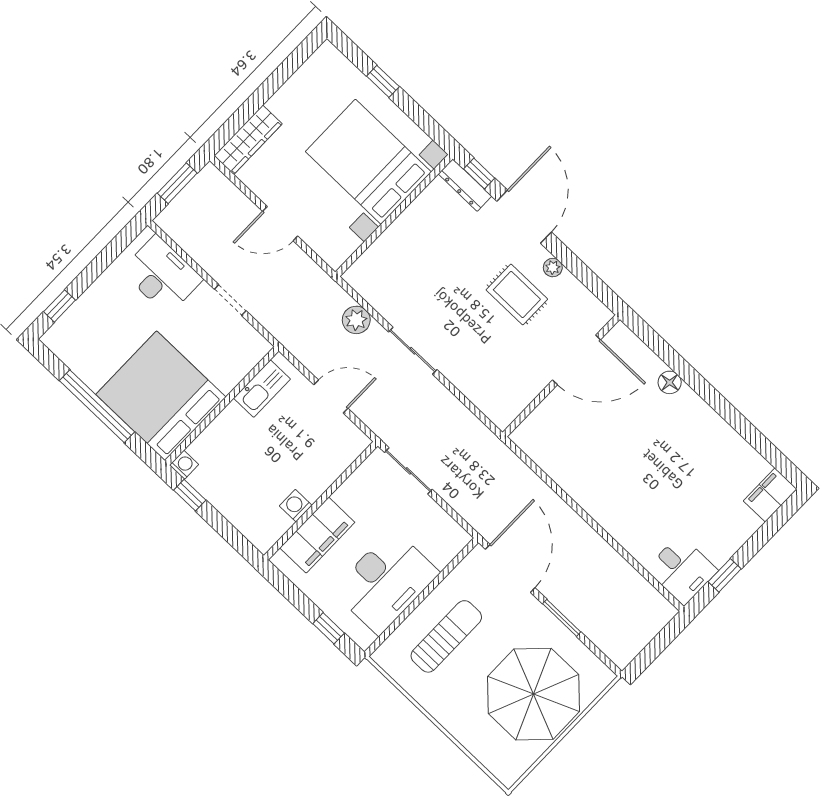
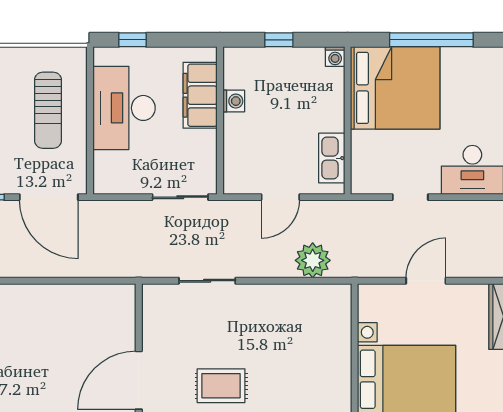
plant: (356, 320) -> (313, 260), width x1.36, depth x1.36
sliding door: (413, 351) -> (207, 281), moved
window: (190, 495) -> (279, 40), moved

